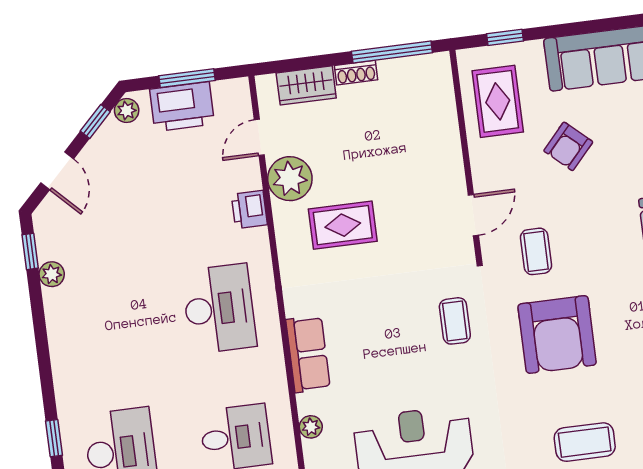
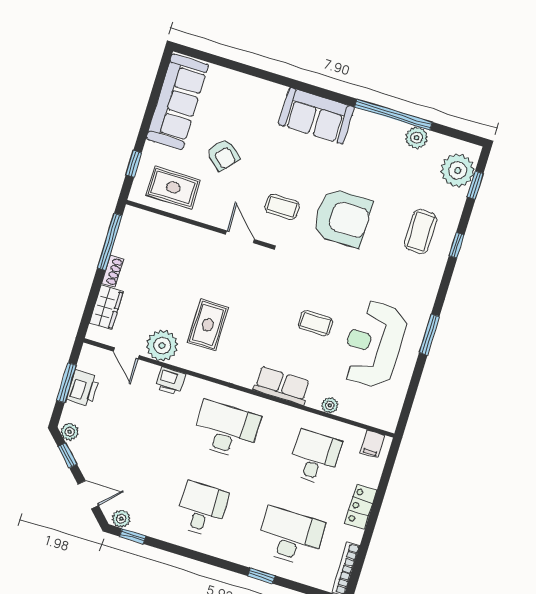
printer: (182, 107) -> (83, 388), width x0.73, depth x0.84
plant: (52, 274) -> (121, 519), moved
coffee table: (455, 321) -> (316, 323), moved
desk: (104, 323) -> (202, 509), added

